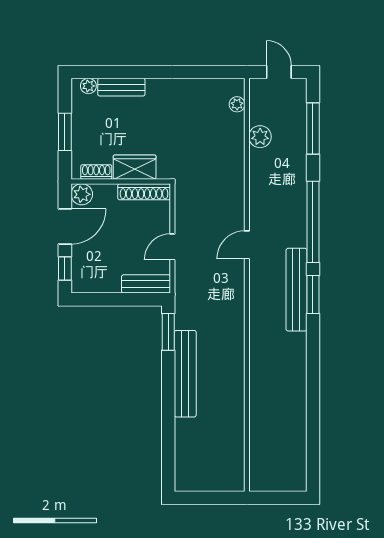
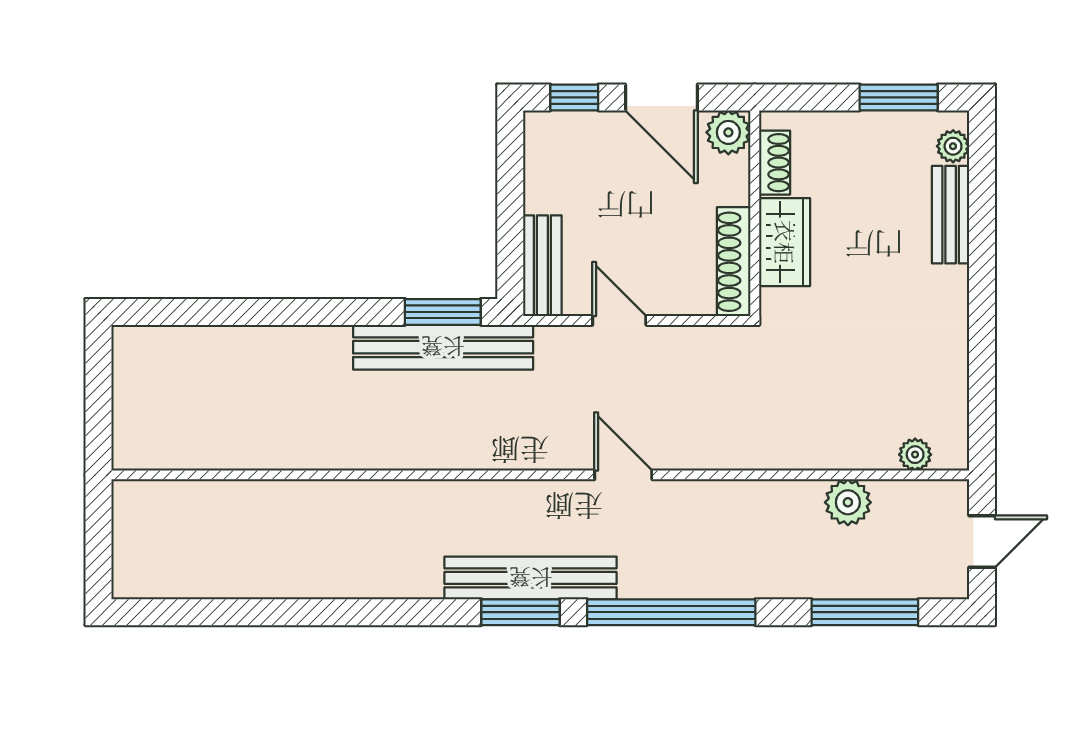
window: (65, 132) -> (899, 97), moved
bench: (185, 374) -> (443, 347), moved

